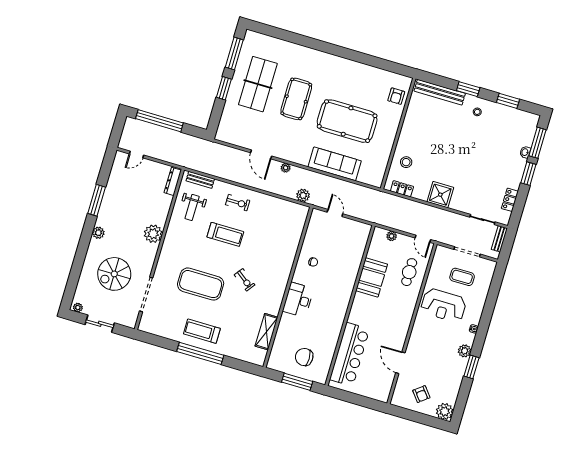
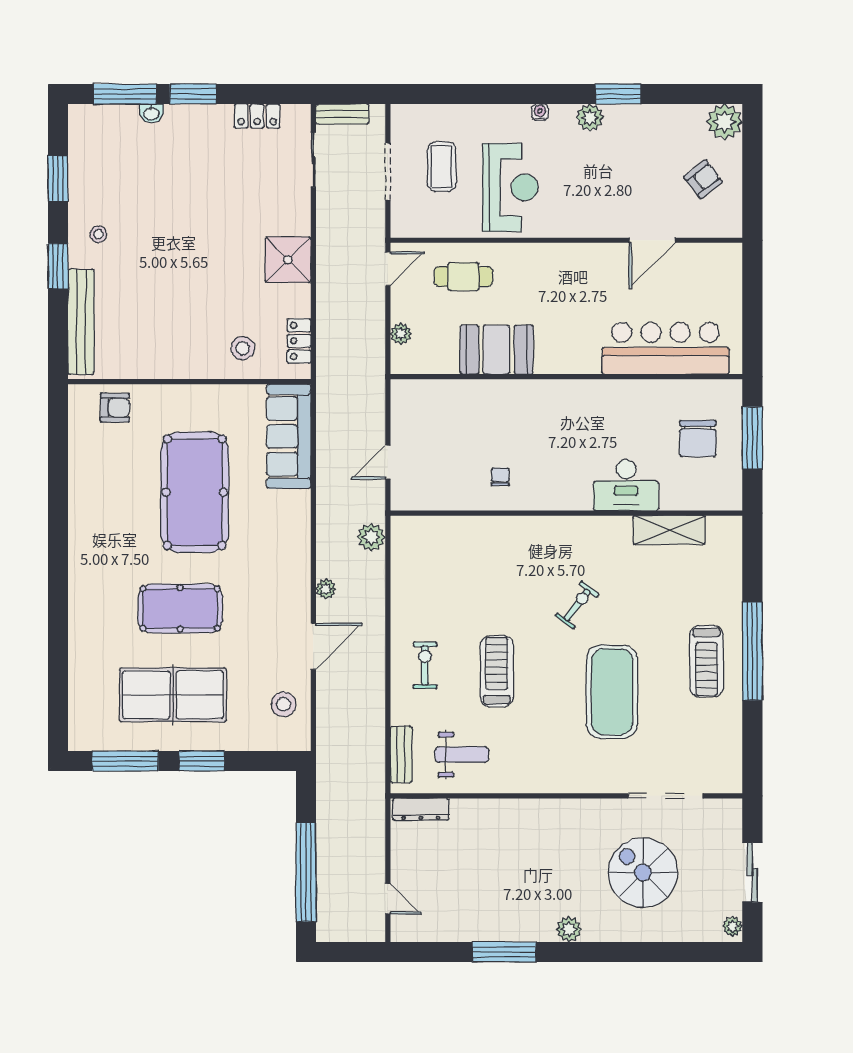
stool: (239, 133) -> (284, 704), added
sofa: (335, 164) -> (289, 436), moved
plant: (153, 234) -> (538, 818), removed
spiral stairs: (114, 274) -> (643, 873), turned 180
desk: (298, 300) -> (626, 485), moved

